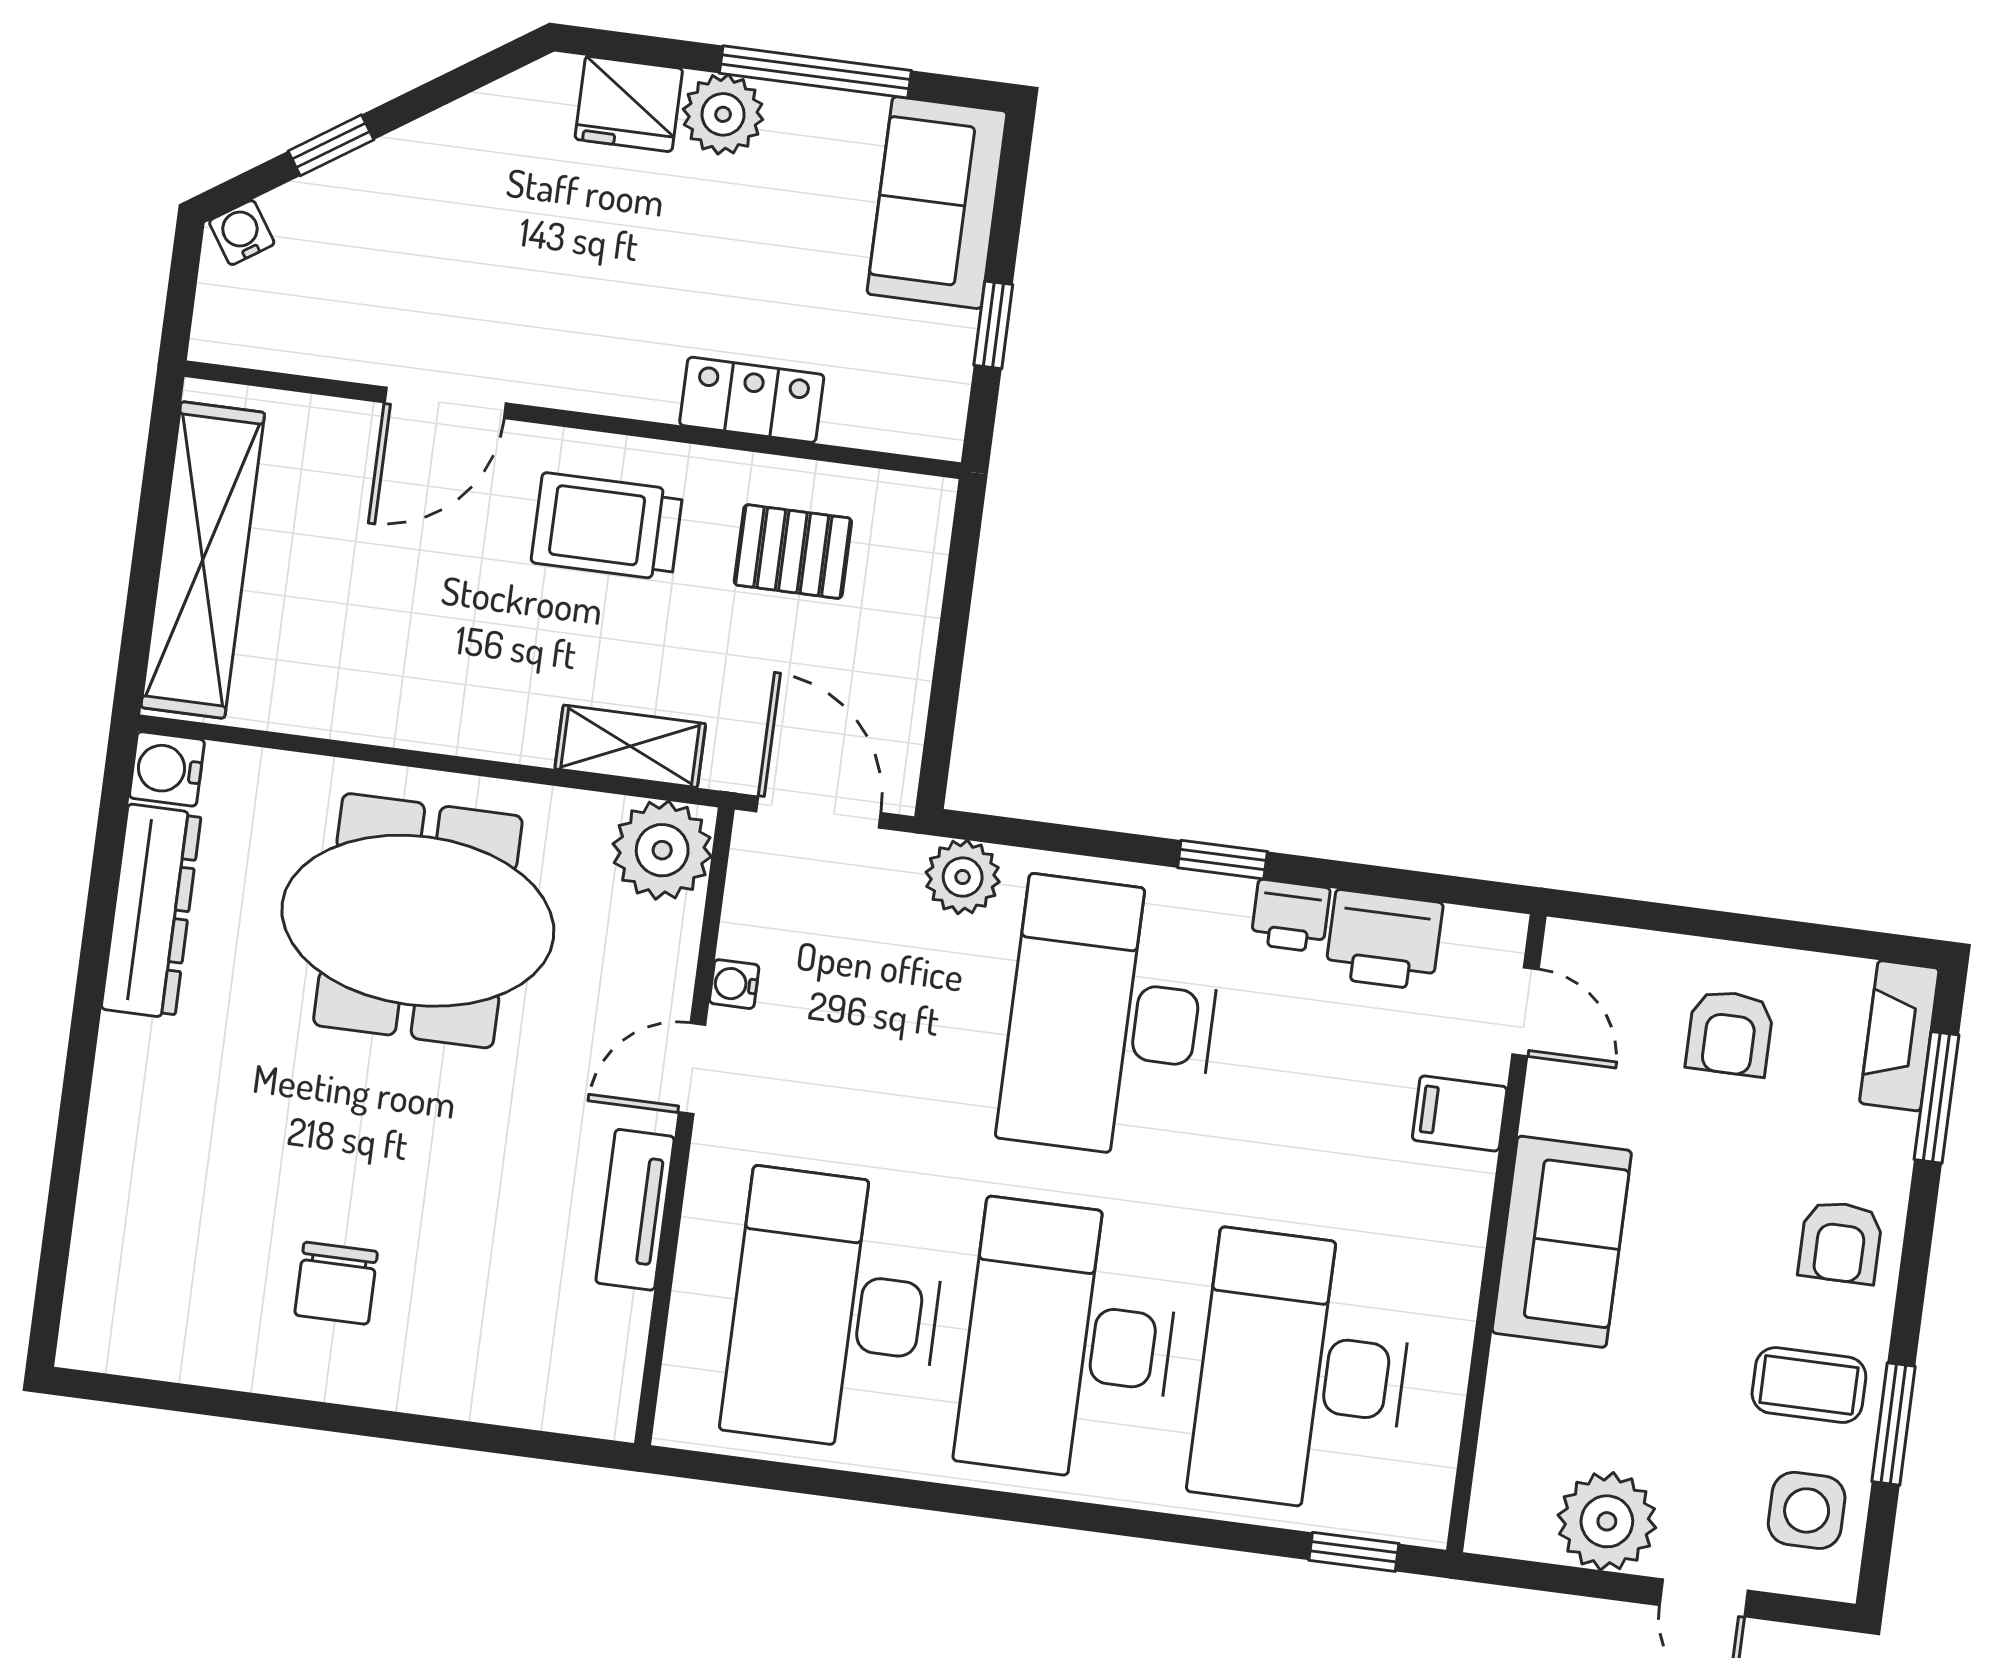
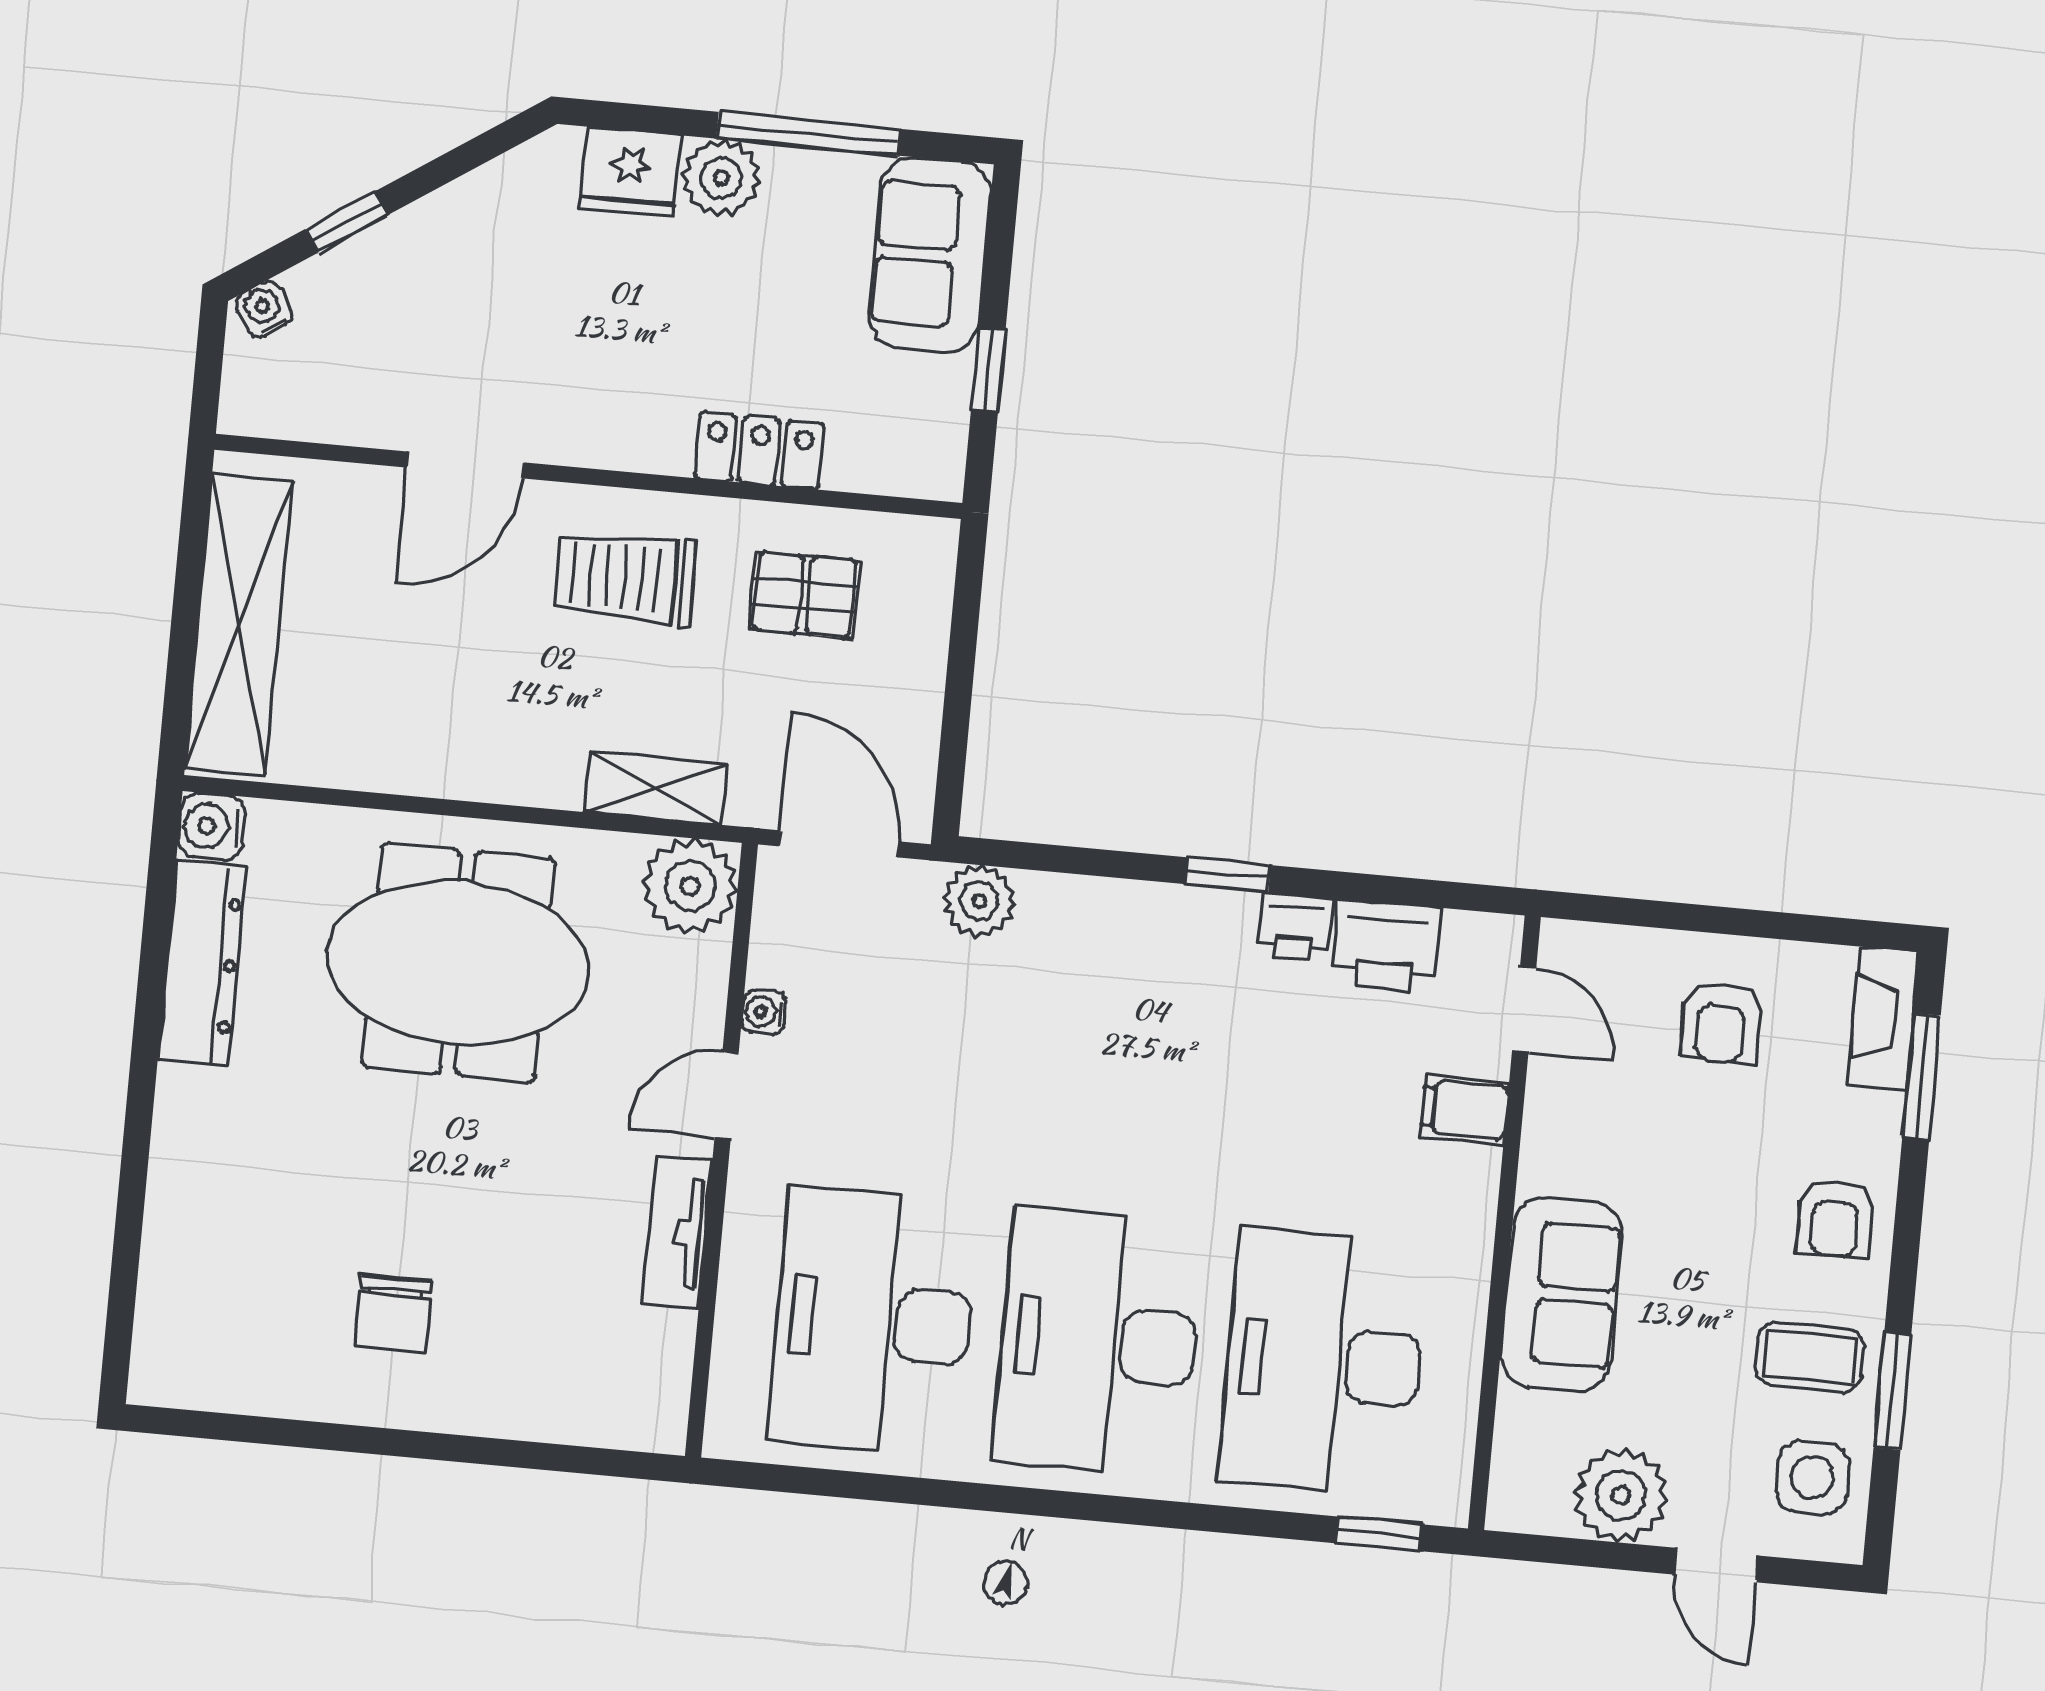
desk: (1112, 1018) -> (1127, 1031), removed
sofa: (1562, 1242) -> (1561, 1294), moved

